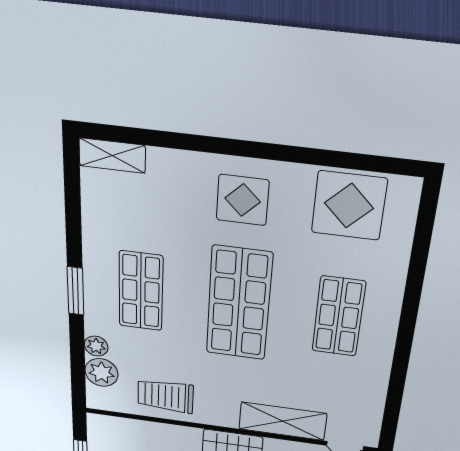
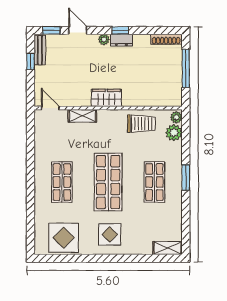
plant: (96, 346) -> (176, 117), moved
shelving: (283, 421) -> (82, 116), width x0.67, depth x0.75

